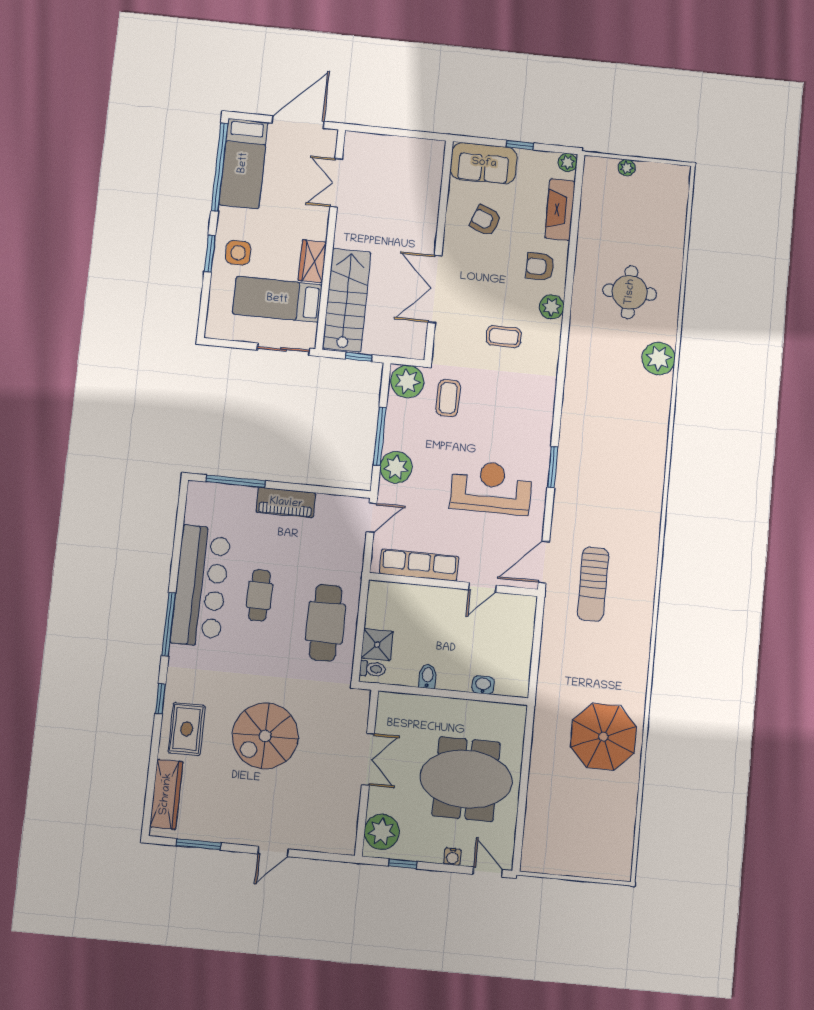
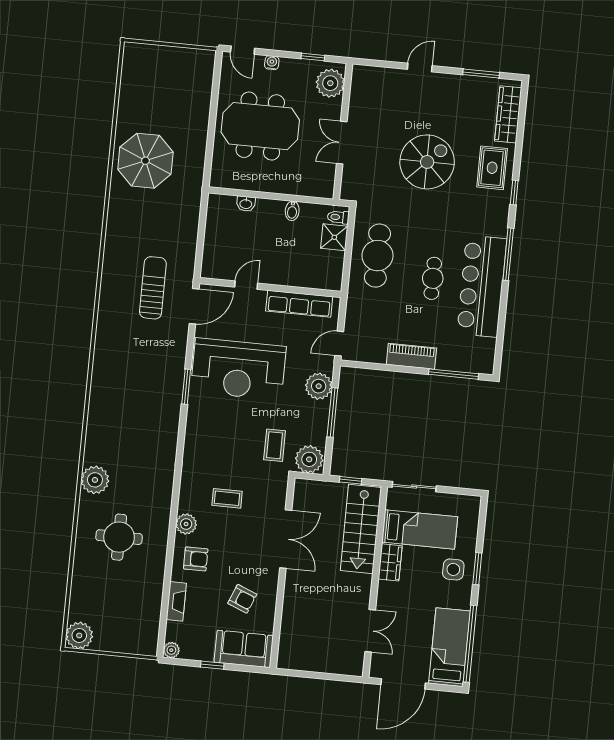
plant: (627, 168) -> (79, 635), moved, width x1.87, depth x1.87
fireplace: (560, 210) -> (176, 601), width x0.73, depth x0.76
reception desk: (491, 488) -> (238, 369), width x1.36, depth x1.30

